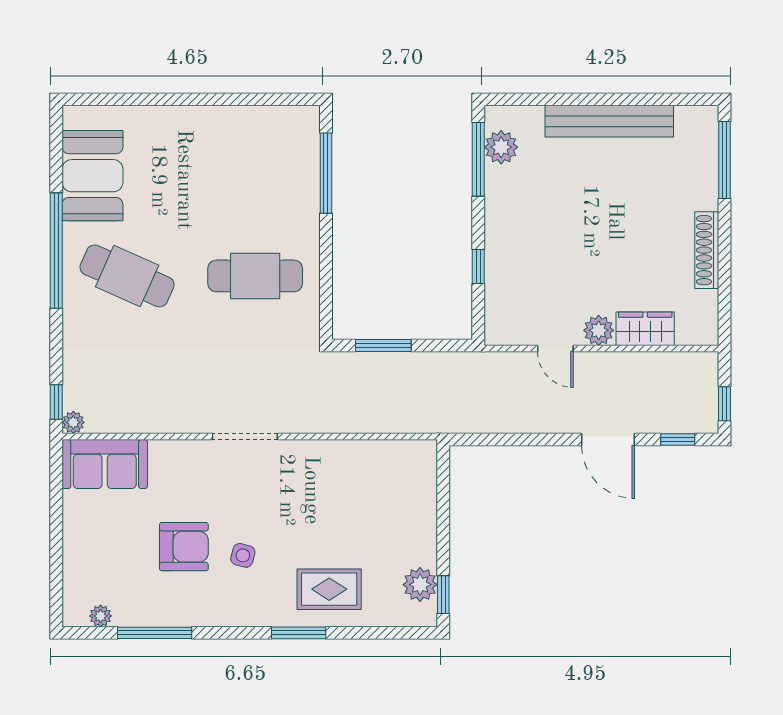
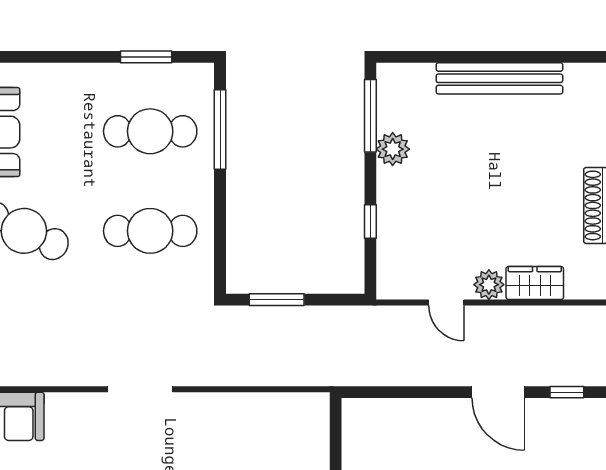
window: (251, 99) -> (146, 57), added
plant: (501, 147) -> (393, 149), moved
cafe table: (255, 175) -> (150, 131), added

